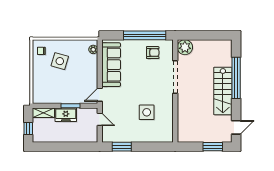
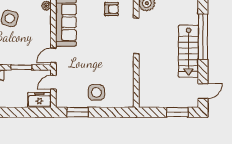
side table: (147, 112) -> (96, 92), moved
freezer: (66, 115) -> (39, 100), moved, turned 180
door: (100, 119) -> (53, 82), swing flipped

